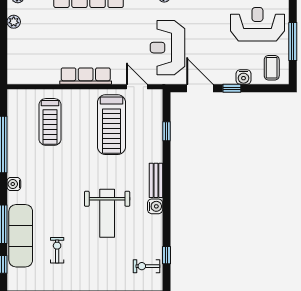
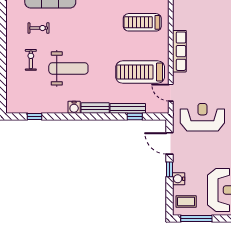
window: (293, 41) -> (196, 218), moved
door: (137, 87) -> (171, 93), swing flipped
door: (200, 88) -> (169, 143), swing flipped
bench: (156, 140) -> (128, 108), added
weight bench: (107, 213) -> (68, 68), turned 180
exercise bike: (146, 266) -> (31, 60), moved

